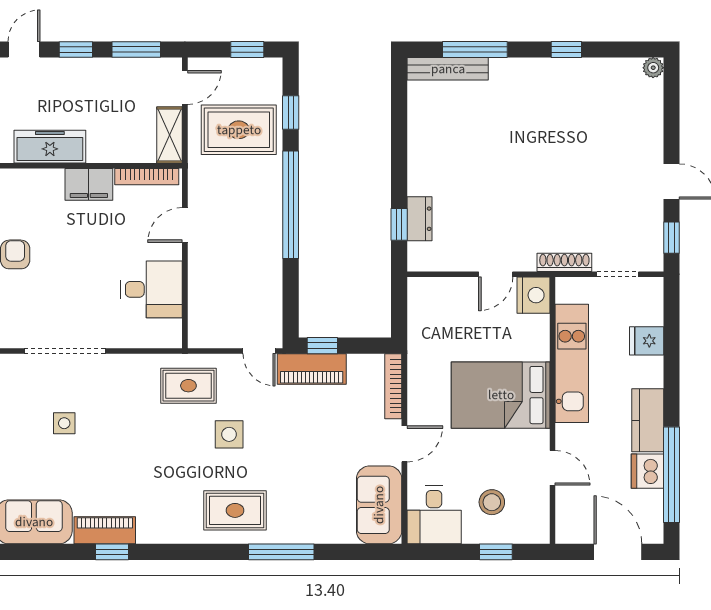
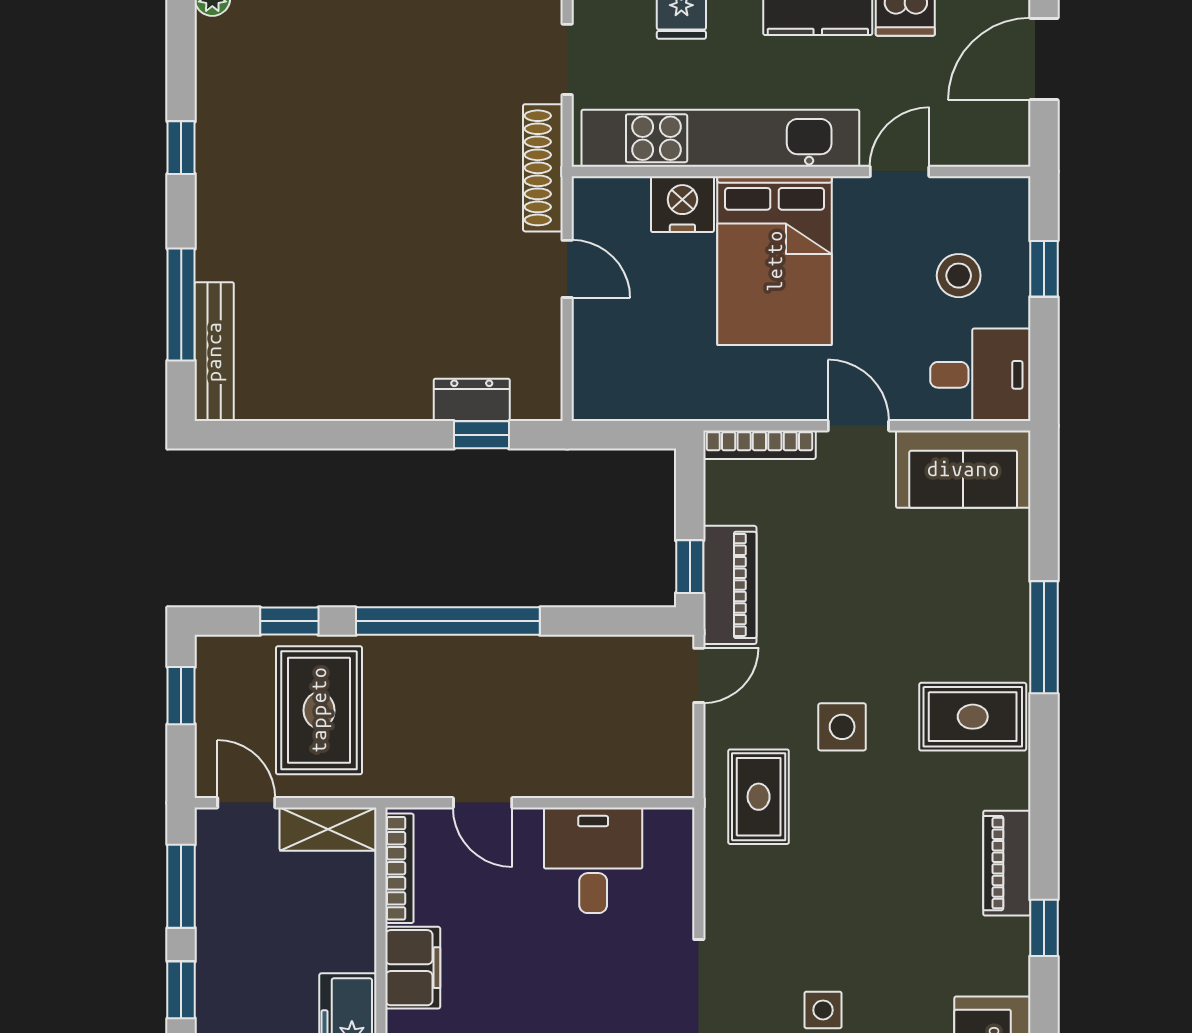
shoe rack: (564, 262) -> (543, 168), width x1.36, depth x1.24
nightstand: (533, 295) -> (682, 204), moved
kitchen unit: (572, 363) -> (720, 138), width x1.36
rug: (235, 510) -> (973, 717), turned 90
piano: (105, 530) -> (1007, 863), moved

